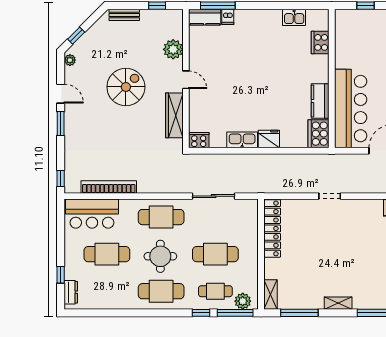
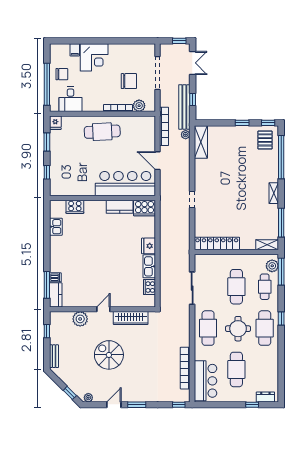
cooker: (199, 140) -> (149, 287), moved
window: (201, 313) -> (281, 319), moved

